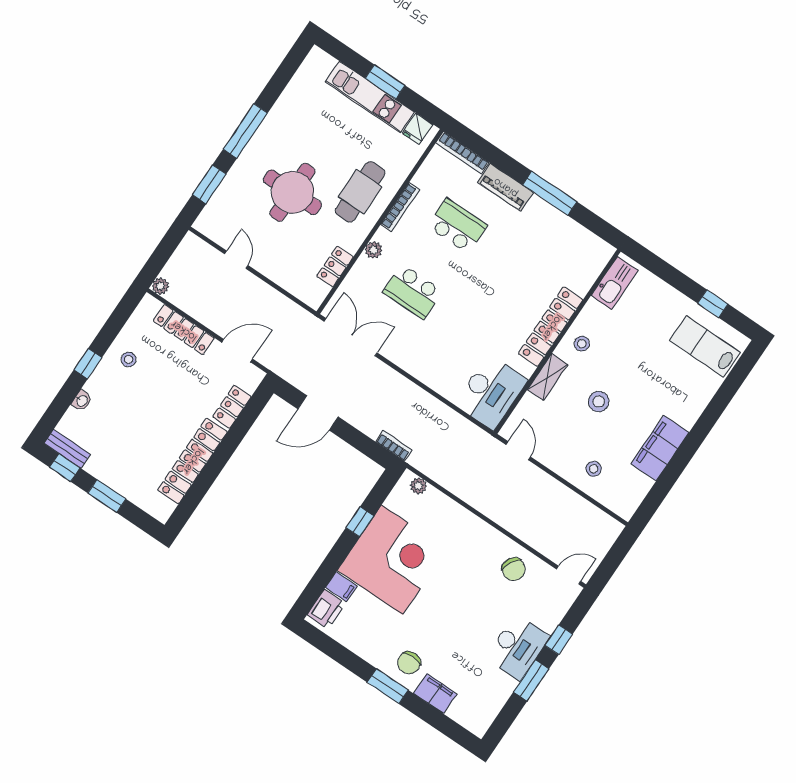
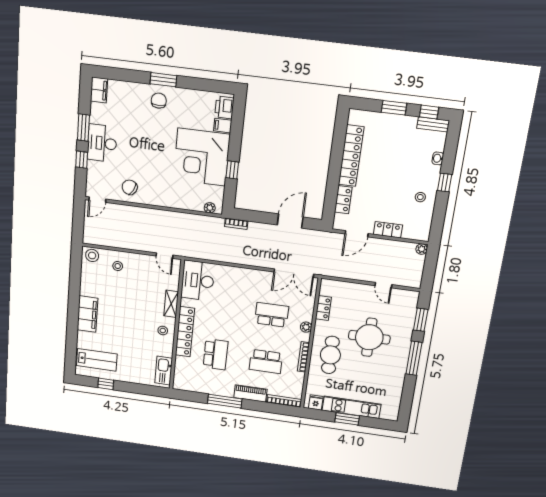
school desk: (524, 271) -> (216, 354), added
locker: (184, 330) -> (388, 230), width x0.66
stool: (599, 402) -> (92, 255), moved
filing cabinet: (660, 448) -> (88, 314), moved
filing cabinet: (435, 694) -> (99, 90), moved, turned -90

